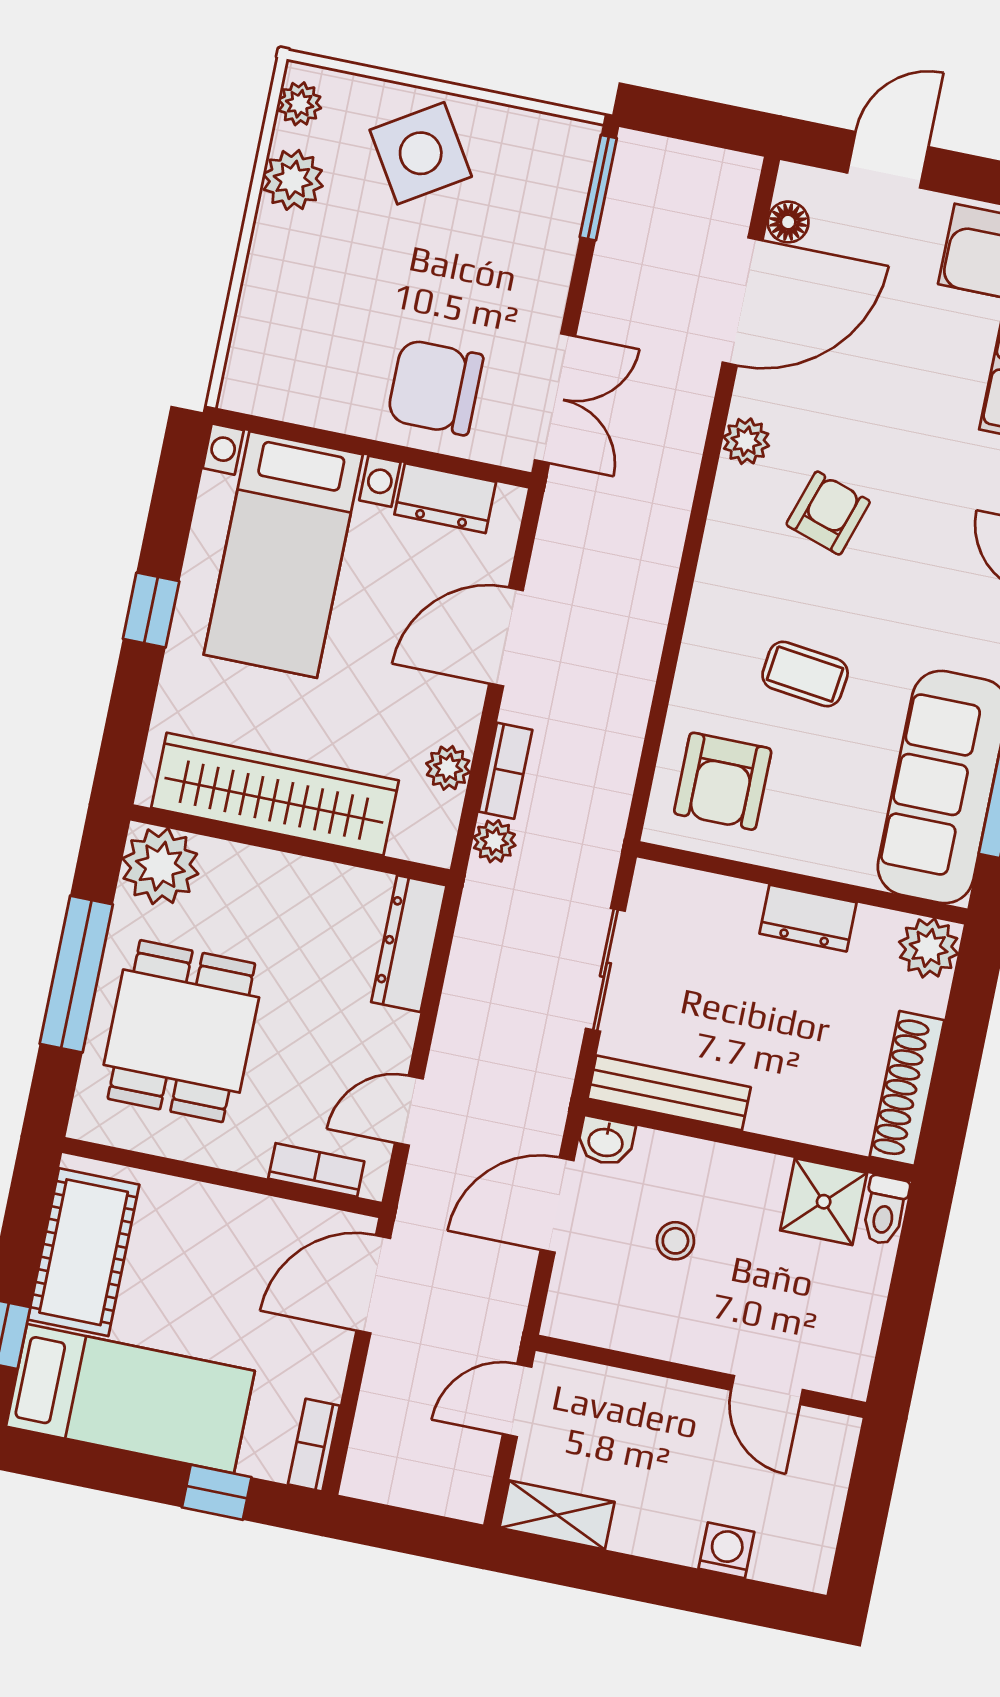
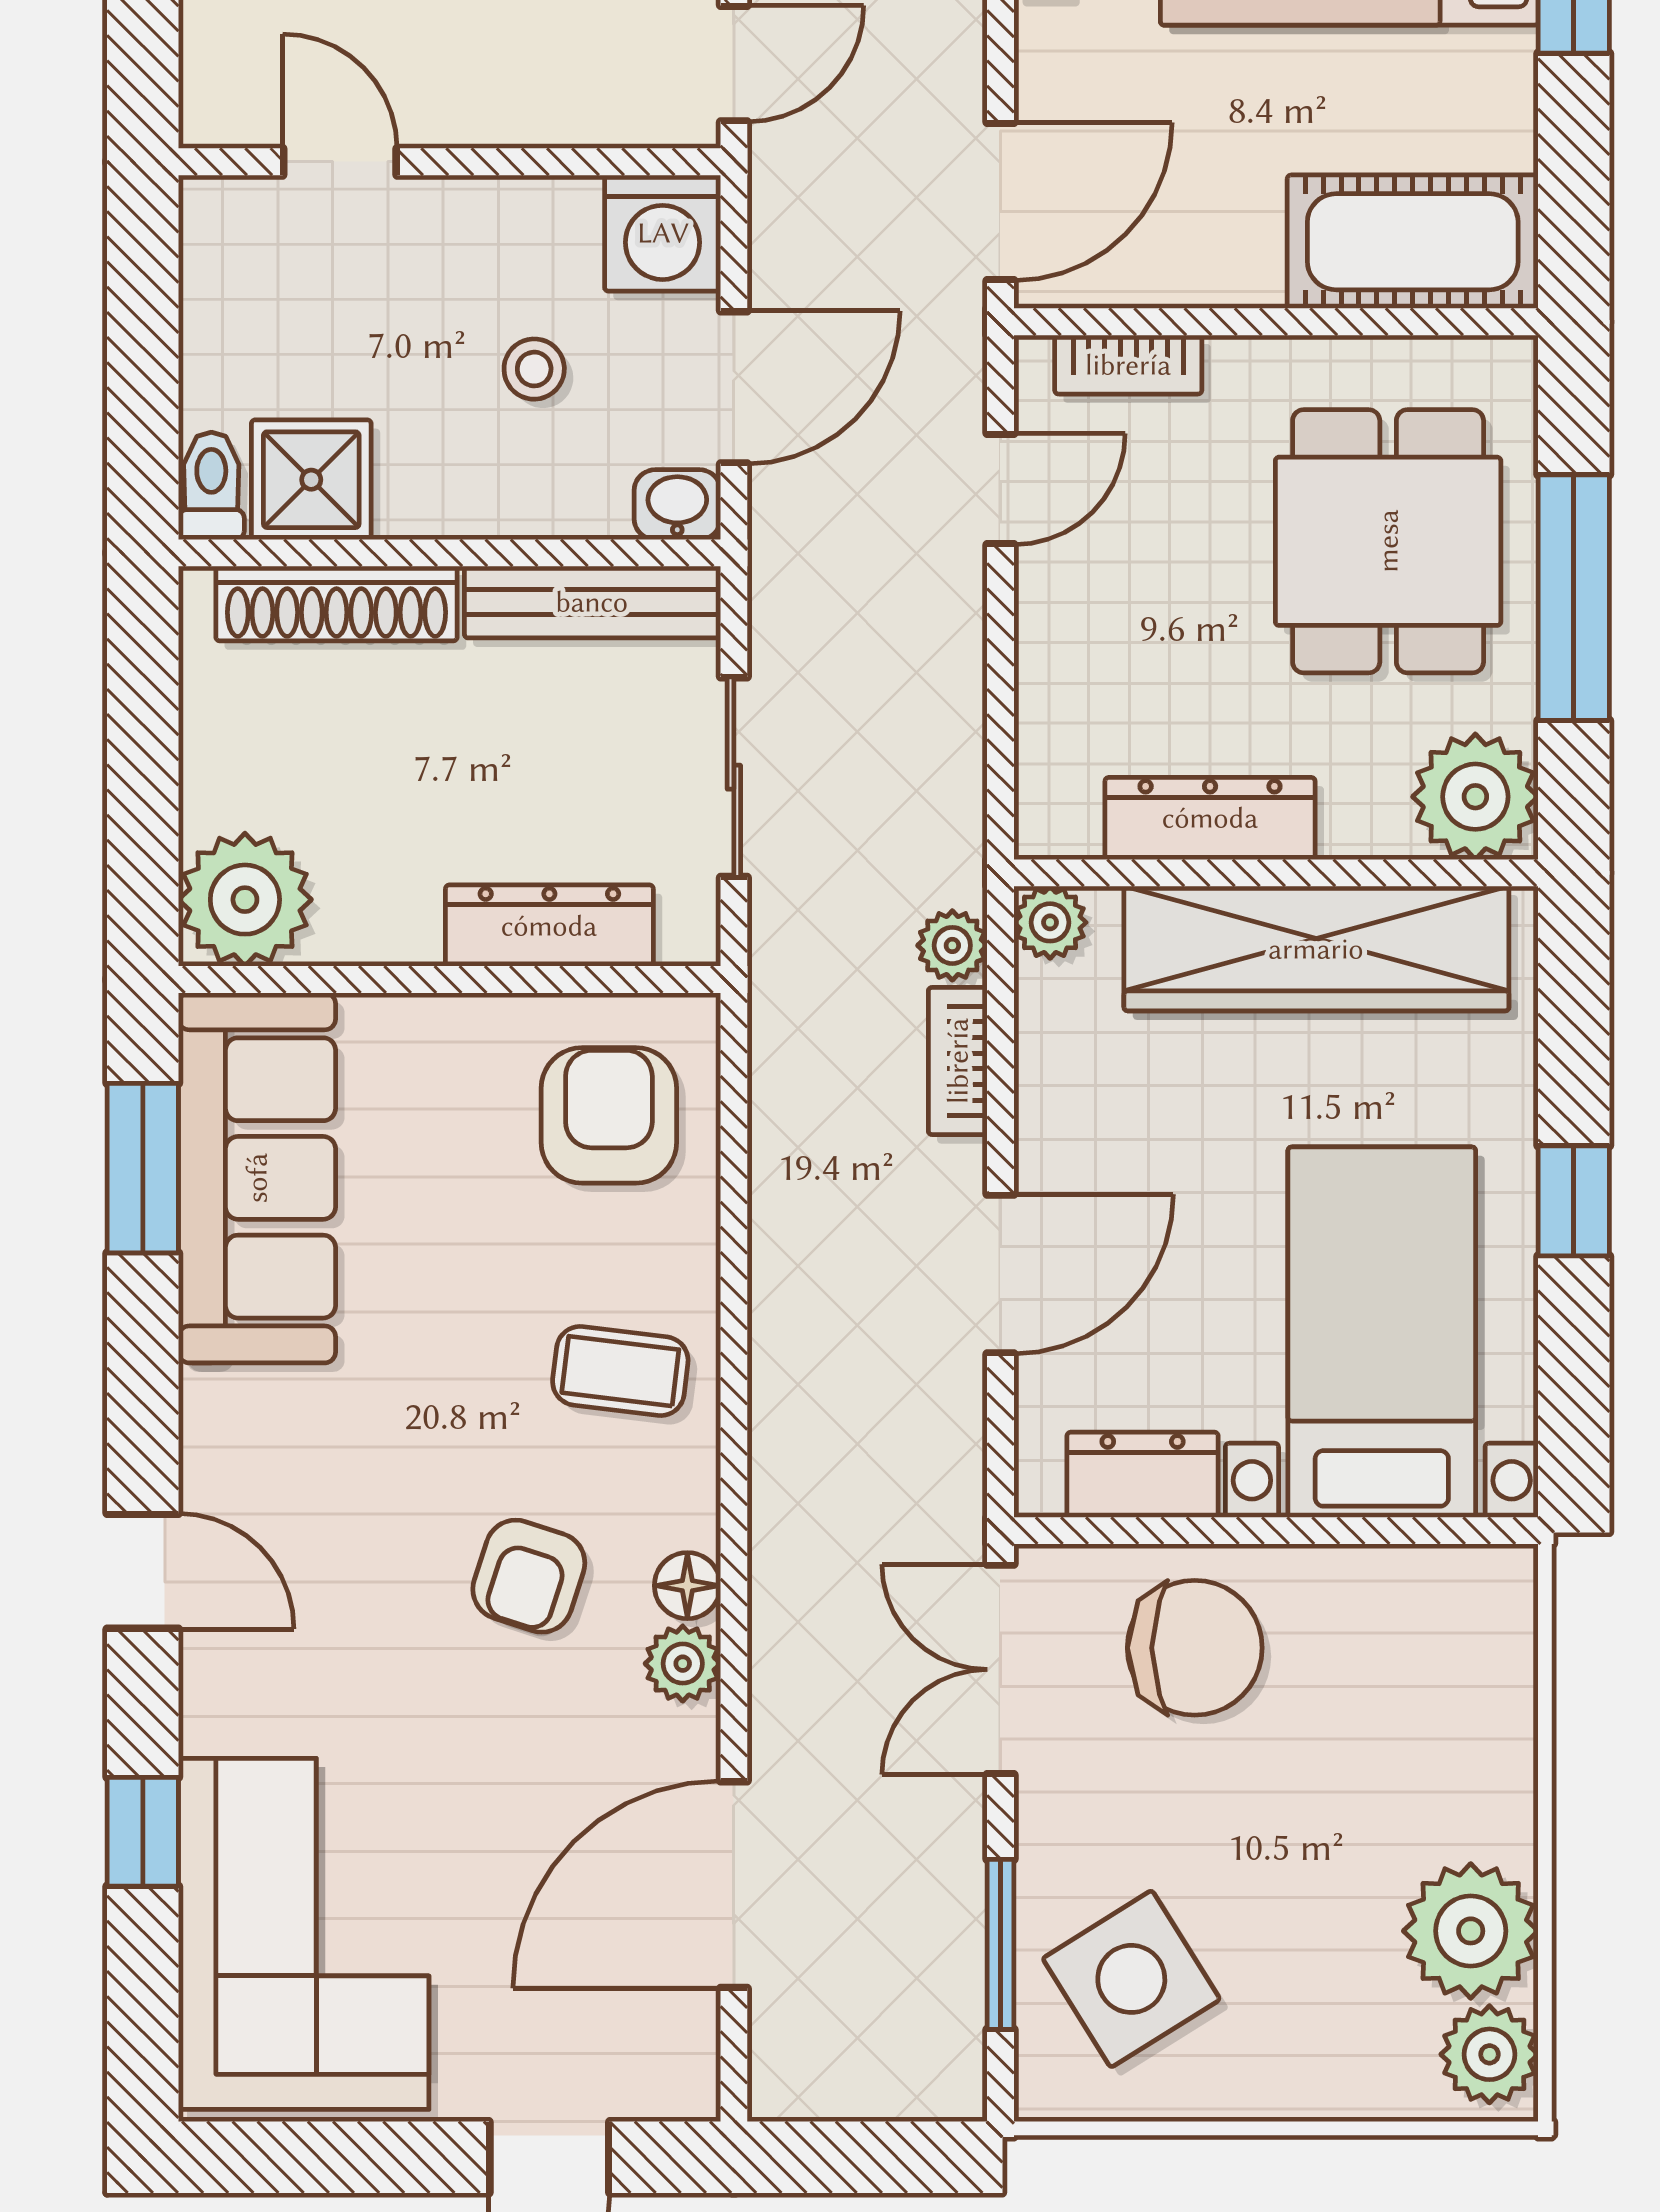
plant: (300, 104) -> (1489, 2054), width x1.38, depth x1.38
side table: (421, 153) -> (1131, 1979), moved
plant: (293, 180) -> (1471, 1931), width x1.36, depth x1.36
window: (598, 188) -> (1000, 1944), moved
floor lamp: (788, 222) -> (687, 1586), moved
coffee table: (805, 674) -> (620, 1371), moved
plant: (448, 768) -> (1050, 922), moved
dresser: (808, 918) -> (549, 926), moved, width x1.44
dresser: (409, 944) -> (1210, 818), moved, turned -90
plant: (929, 948) -> (245, 900), width x1.36, depth x1.36
shoe rack: (907, 1088) -> (336, 604), moved, turned 90
cot: (84, 1252) -> (1413, 242), moved, turned 90
washing machine: (581, 1307) -> (663, 233), added

